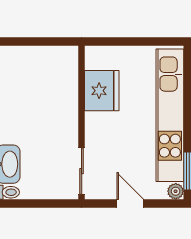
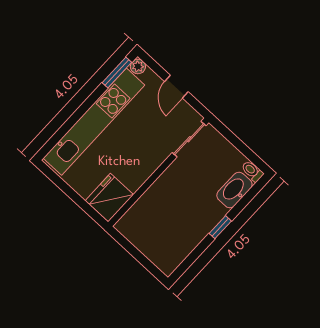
fridge: (102, 91) -> (109, 198), moved

